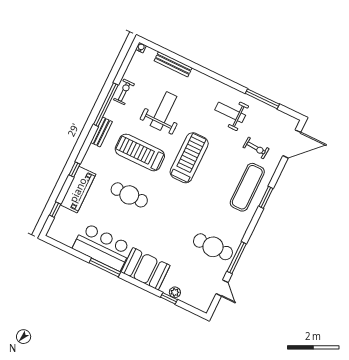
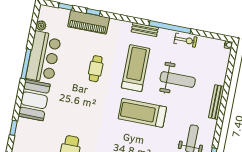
bench: (173, 64) -> (216, 102), moved
treadmill: (189, 158) -> (142, 113), turned 180
window: (74, 169) -> (93, 12), moved
cafe table: (129, 195) -> (96, 69), width x0.73, depth x0.74
plant: (175, 292) -> (41, 26), moved

